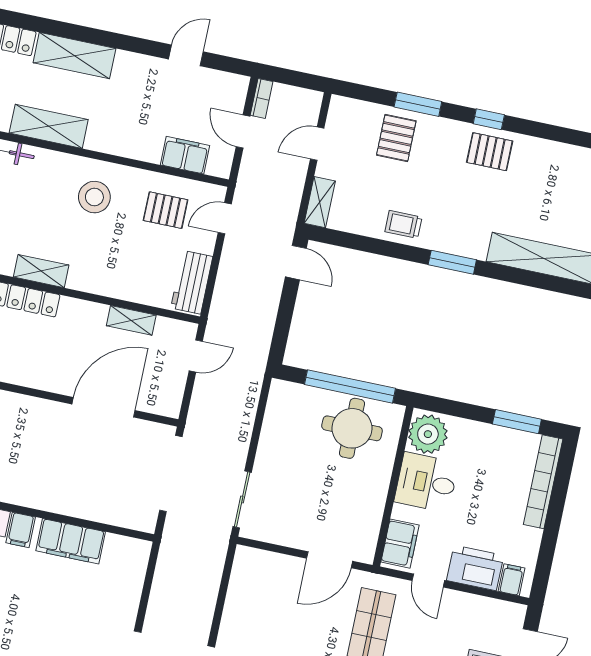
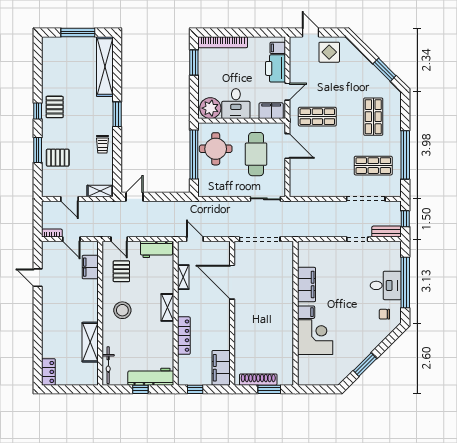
shelving: (74, 56) -> (50, 336), removed
door: (243, 131) -> (71, 239), hinge flipped
shelving: (41, 271) -> (167, 307), moved
cafe table: (327, 500) -> (256, 154), added

